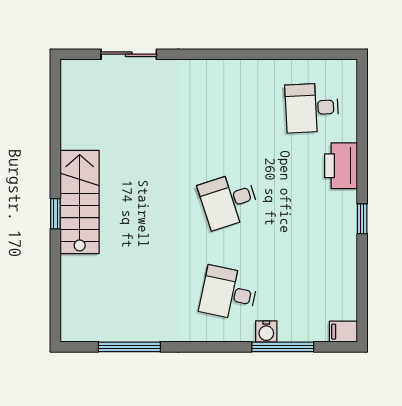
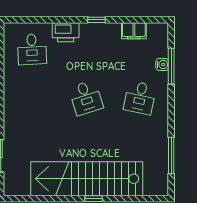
stairs: (80, 202) -> (87, 179), width x1.86, depth x1.51
water cooler: (266, 331) -> (162, 64), moved
filing cabinet: (343, 332) -> (134, 31), moved, width x2.00

